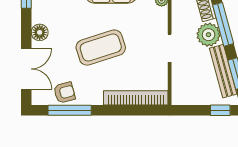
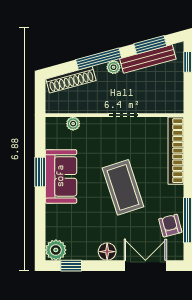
plant: (209, 35) -> (114, 67), width x0.53, depth x0.53

